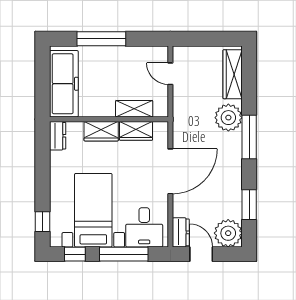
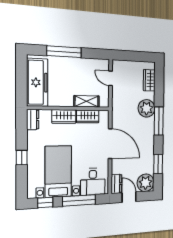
wardrobe: (233, 74) -> (149, 80), width x0.67
door: (170, 171) -> (110, 144), hinge flipped
window: (42, 222) -> (22, 158), moved

